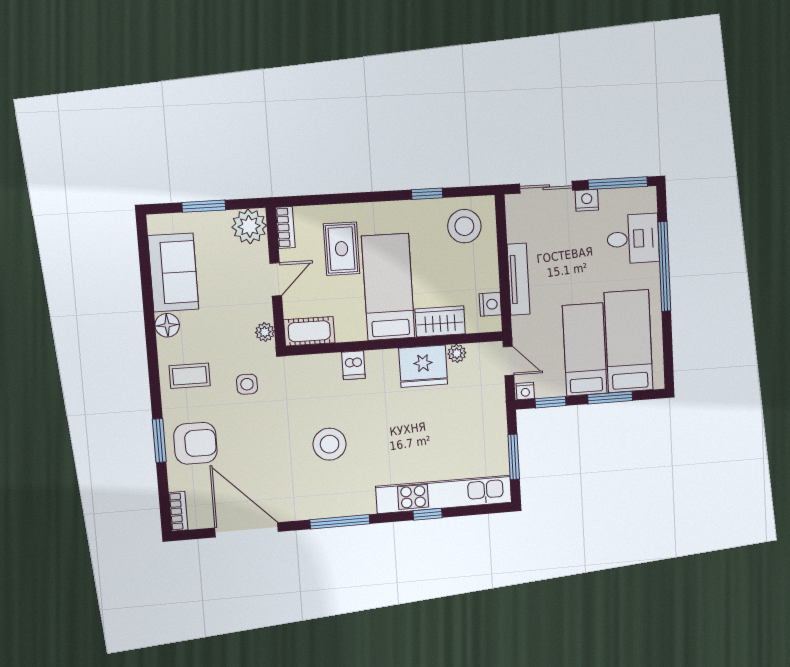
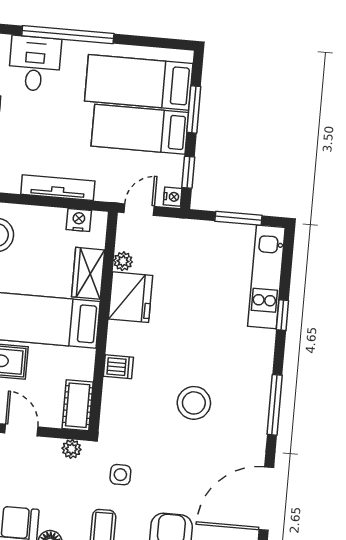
kitchen unit: (444, 494) -> (266, 277), width x0.73

